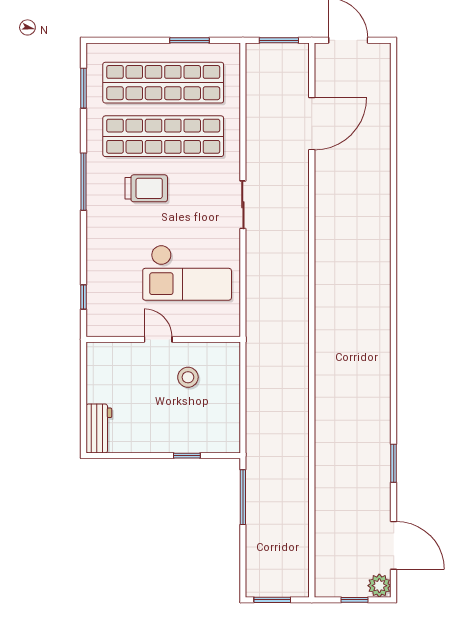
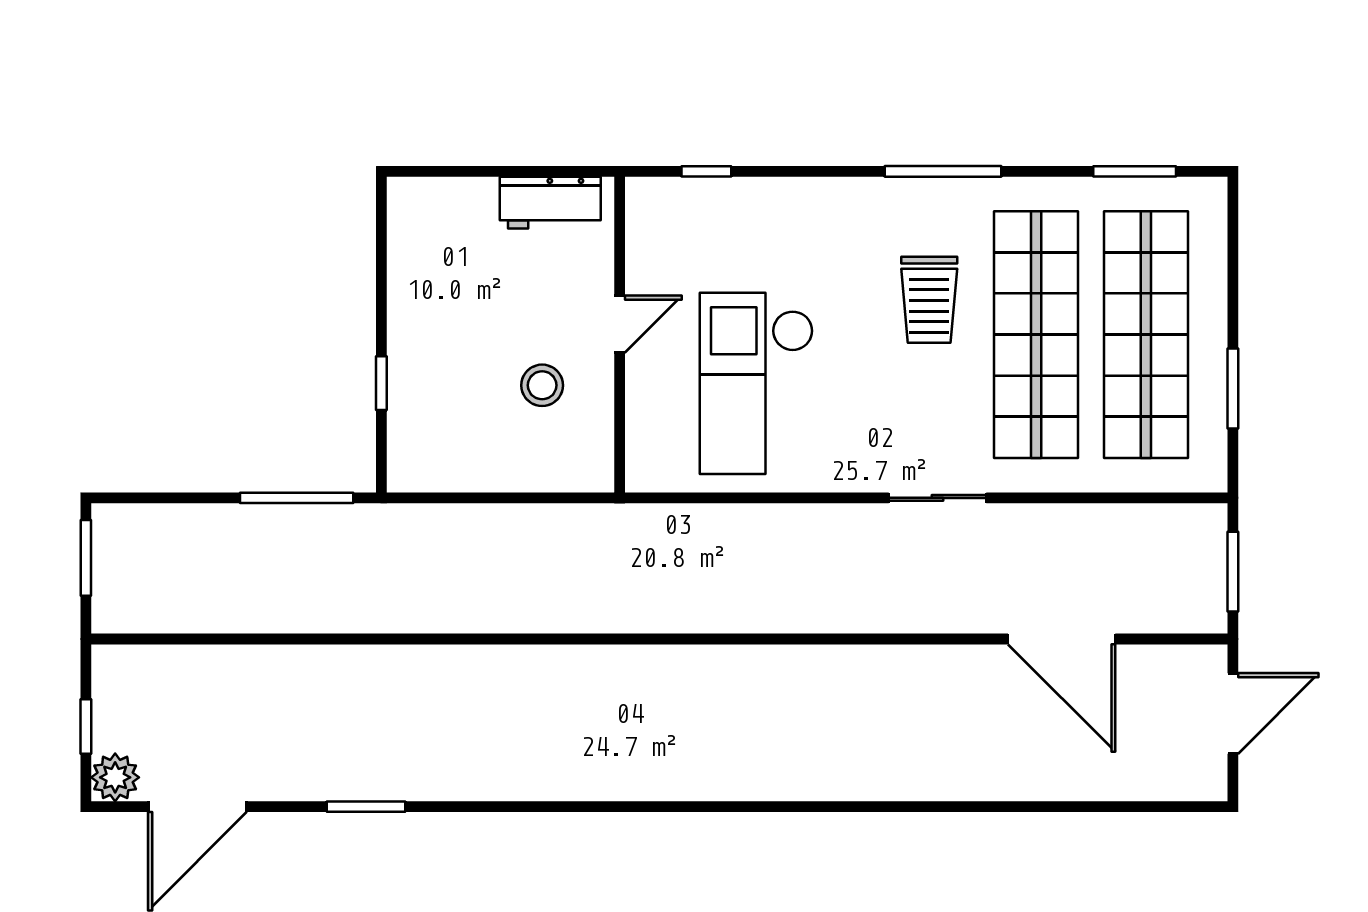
sliding door: (243, 205) -> (938, 498), moved
workbench: (99, 429) -> (550, 203), moved

